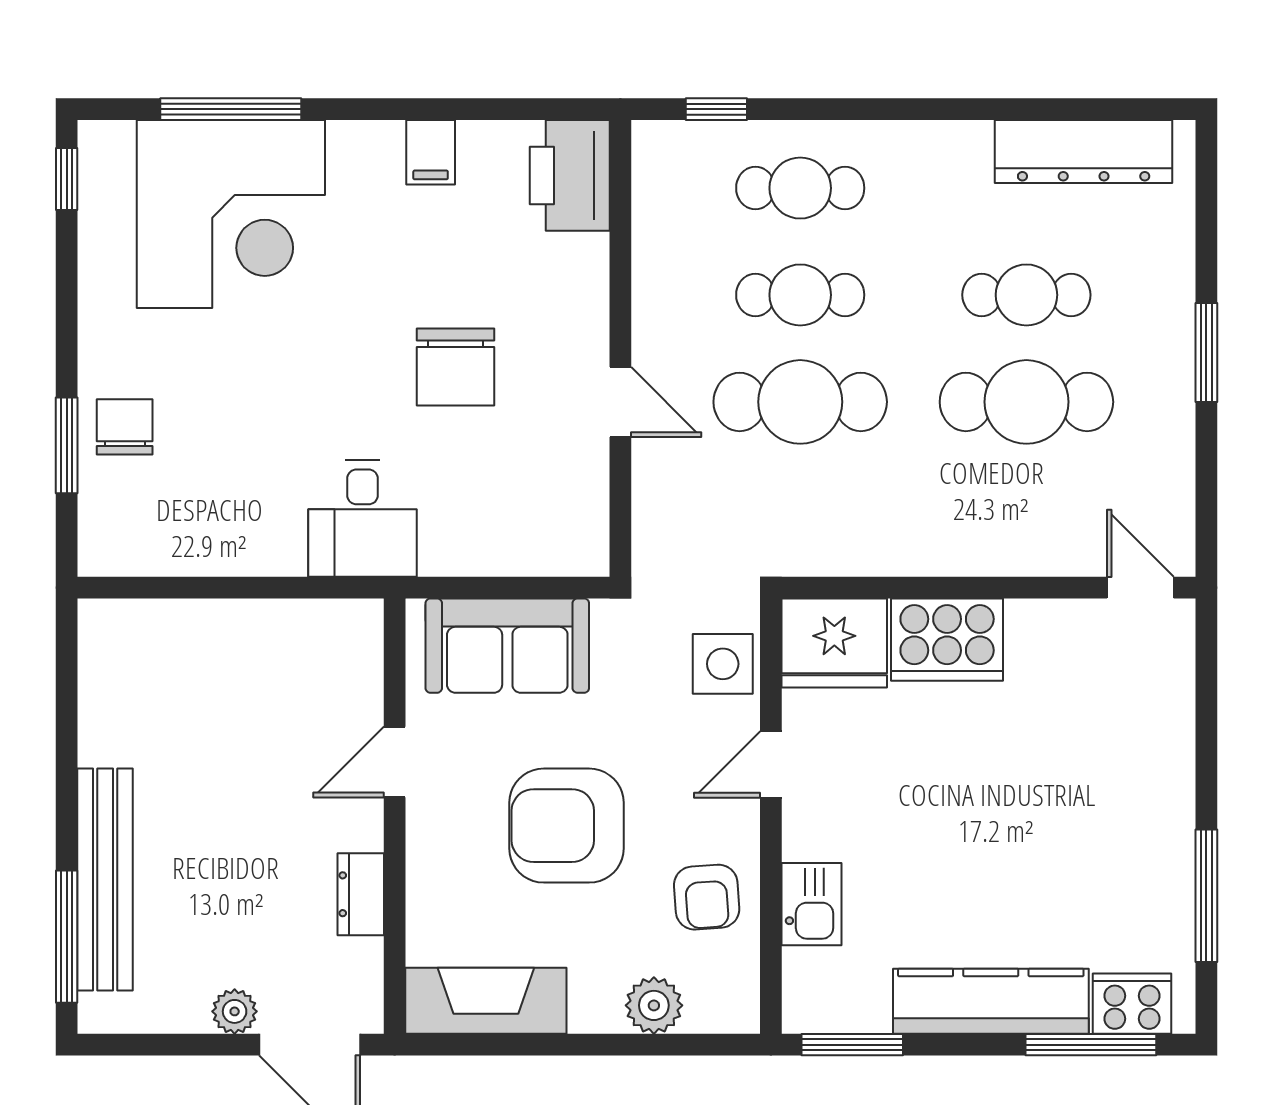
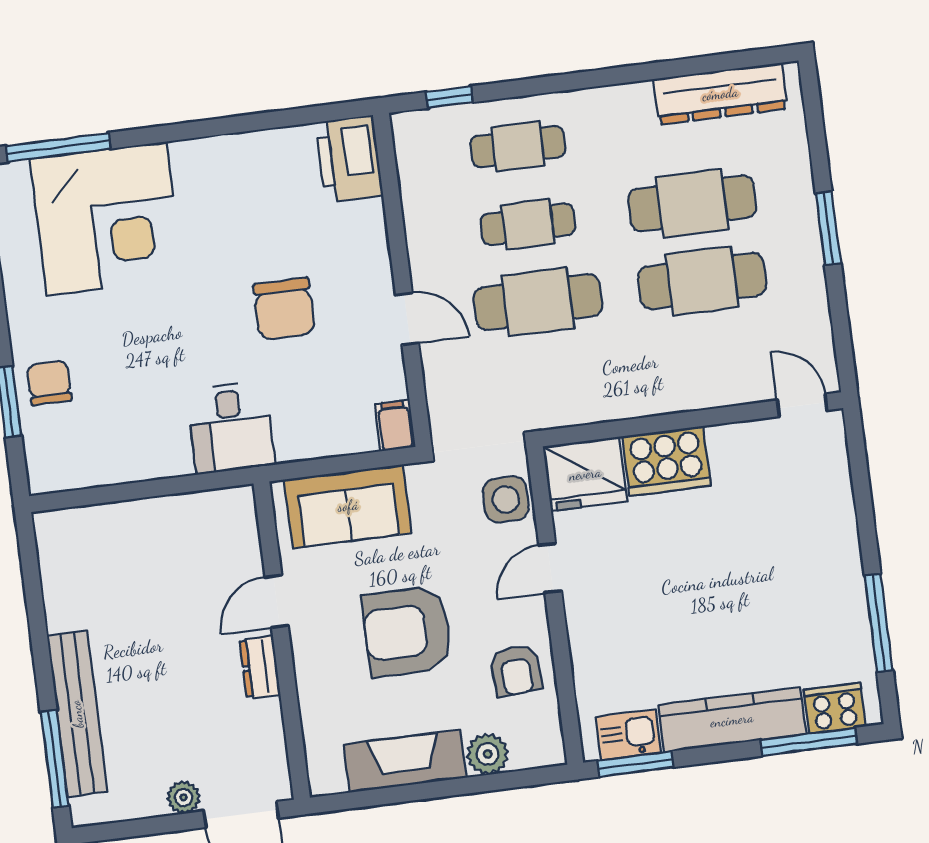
window: (231, 109) -> (58, 147), moved
filing cabinet: (431, 152) -> (395, 426), moved, turned 180
cafe table: (1026, 295) -> (692, 203), width x1.37, depth x1.35
dresser: (361, 894) -> (260, 667), moved
kitchen sink: (812, 904) -> (628, 735), moved, turned -90
fireplace: (486, 1001) -> (405, 761), moved

